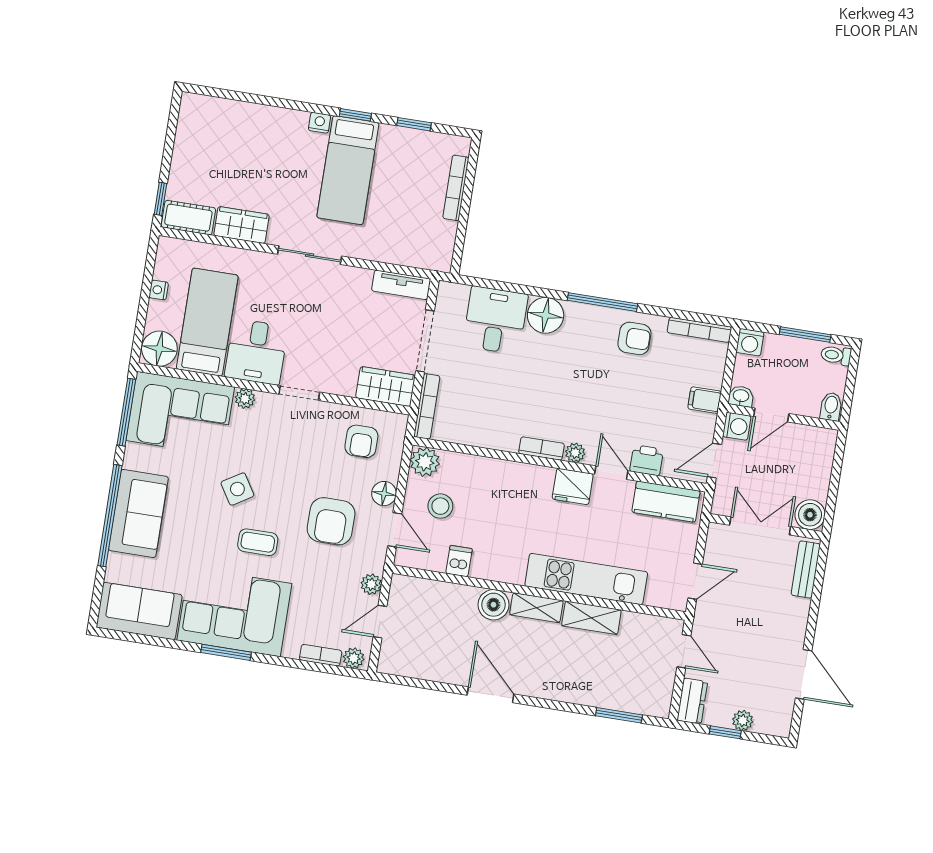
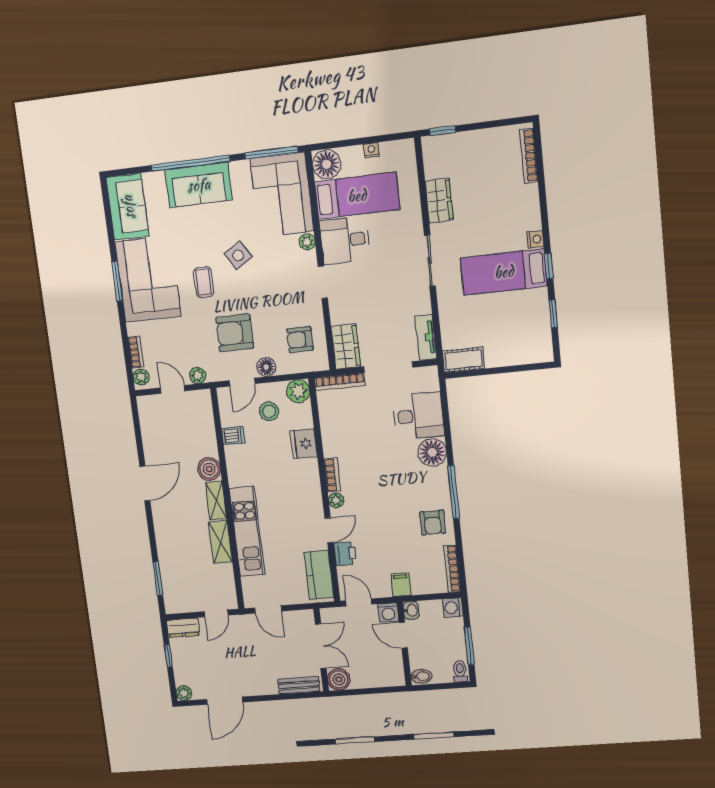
bookcase: (456, 188) -> (529, 156), moved, turned -90
cot: (188, 218) -> (464, 360), moved, turned 90
fridge: (573, 486) -> (304, 444), moved
plant: (743, 720) -> (184, 693), moved

